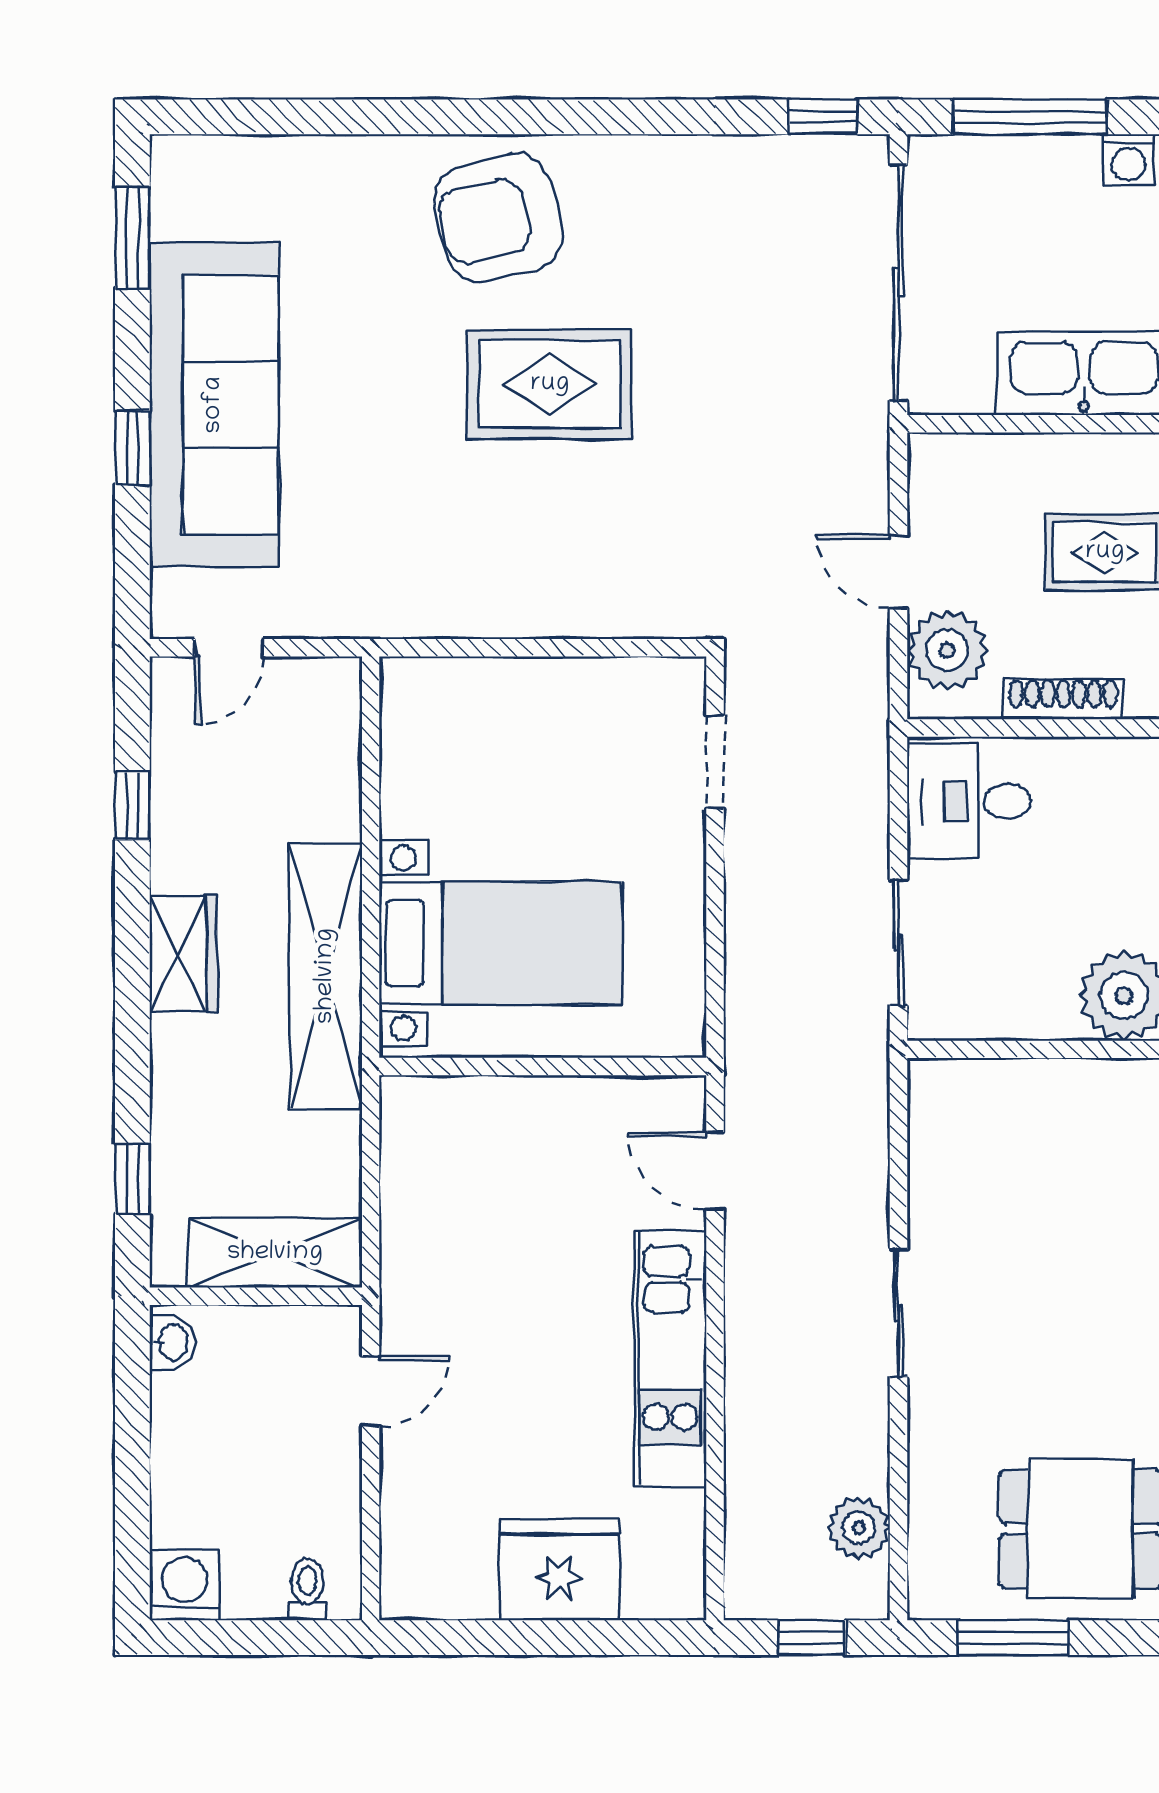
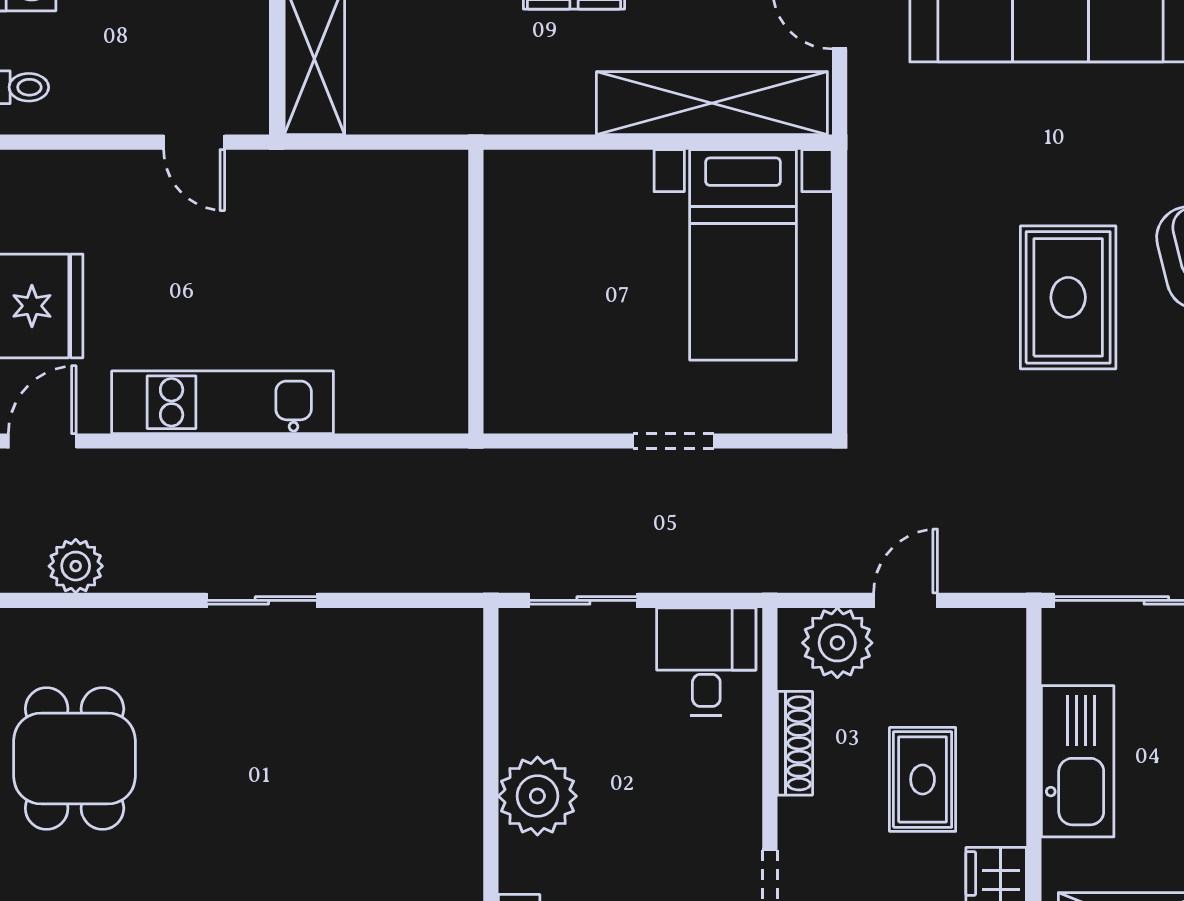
doorway: (715, 762) -> (674, 441), moved
bed with nightstands: (501, 943) -> (743, 255), moved
shelving: (326, 976) -> (712, 103), moved
door: (715, 1171) -> (42, 441), moved

